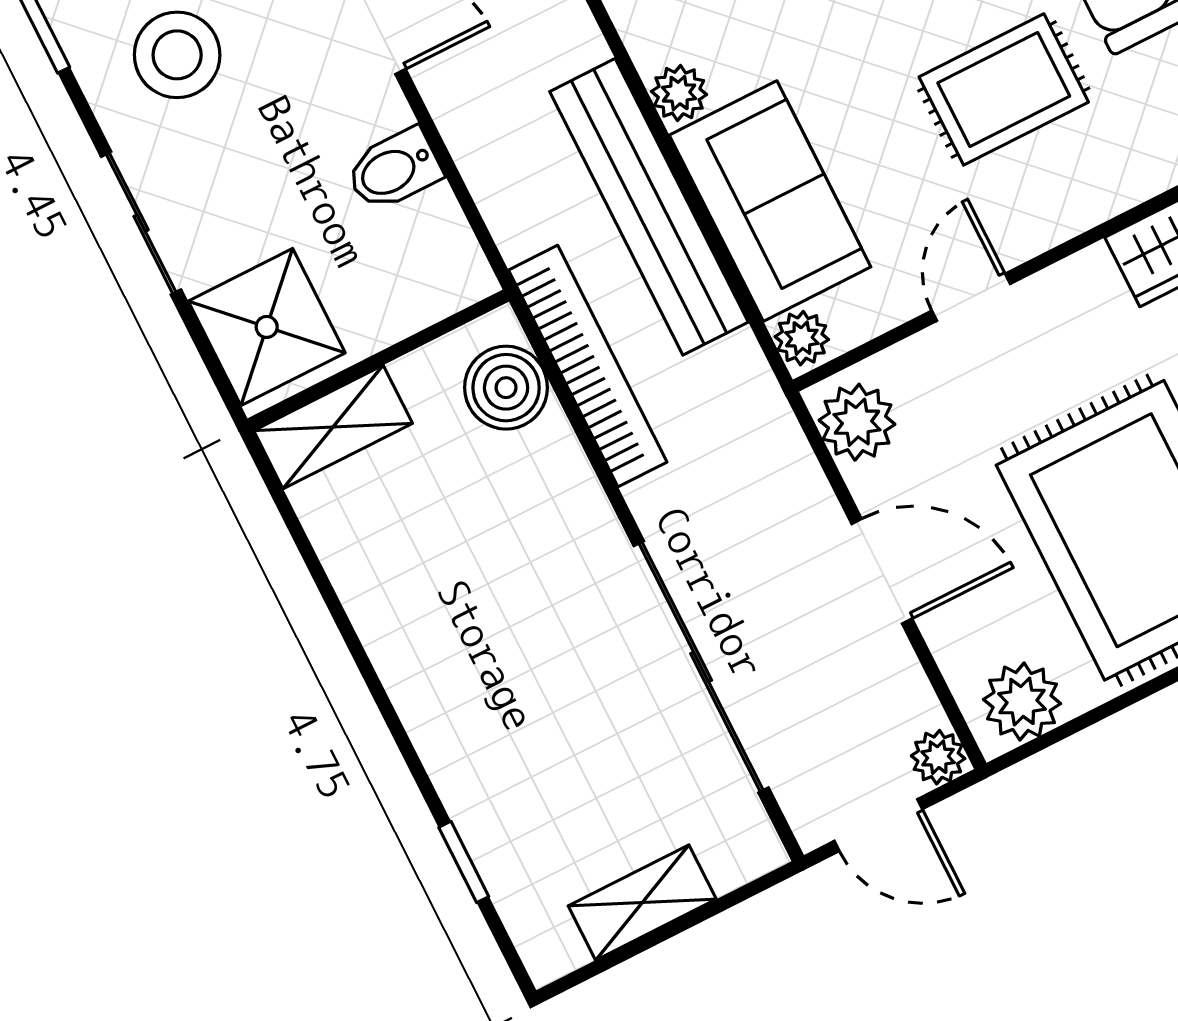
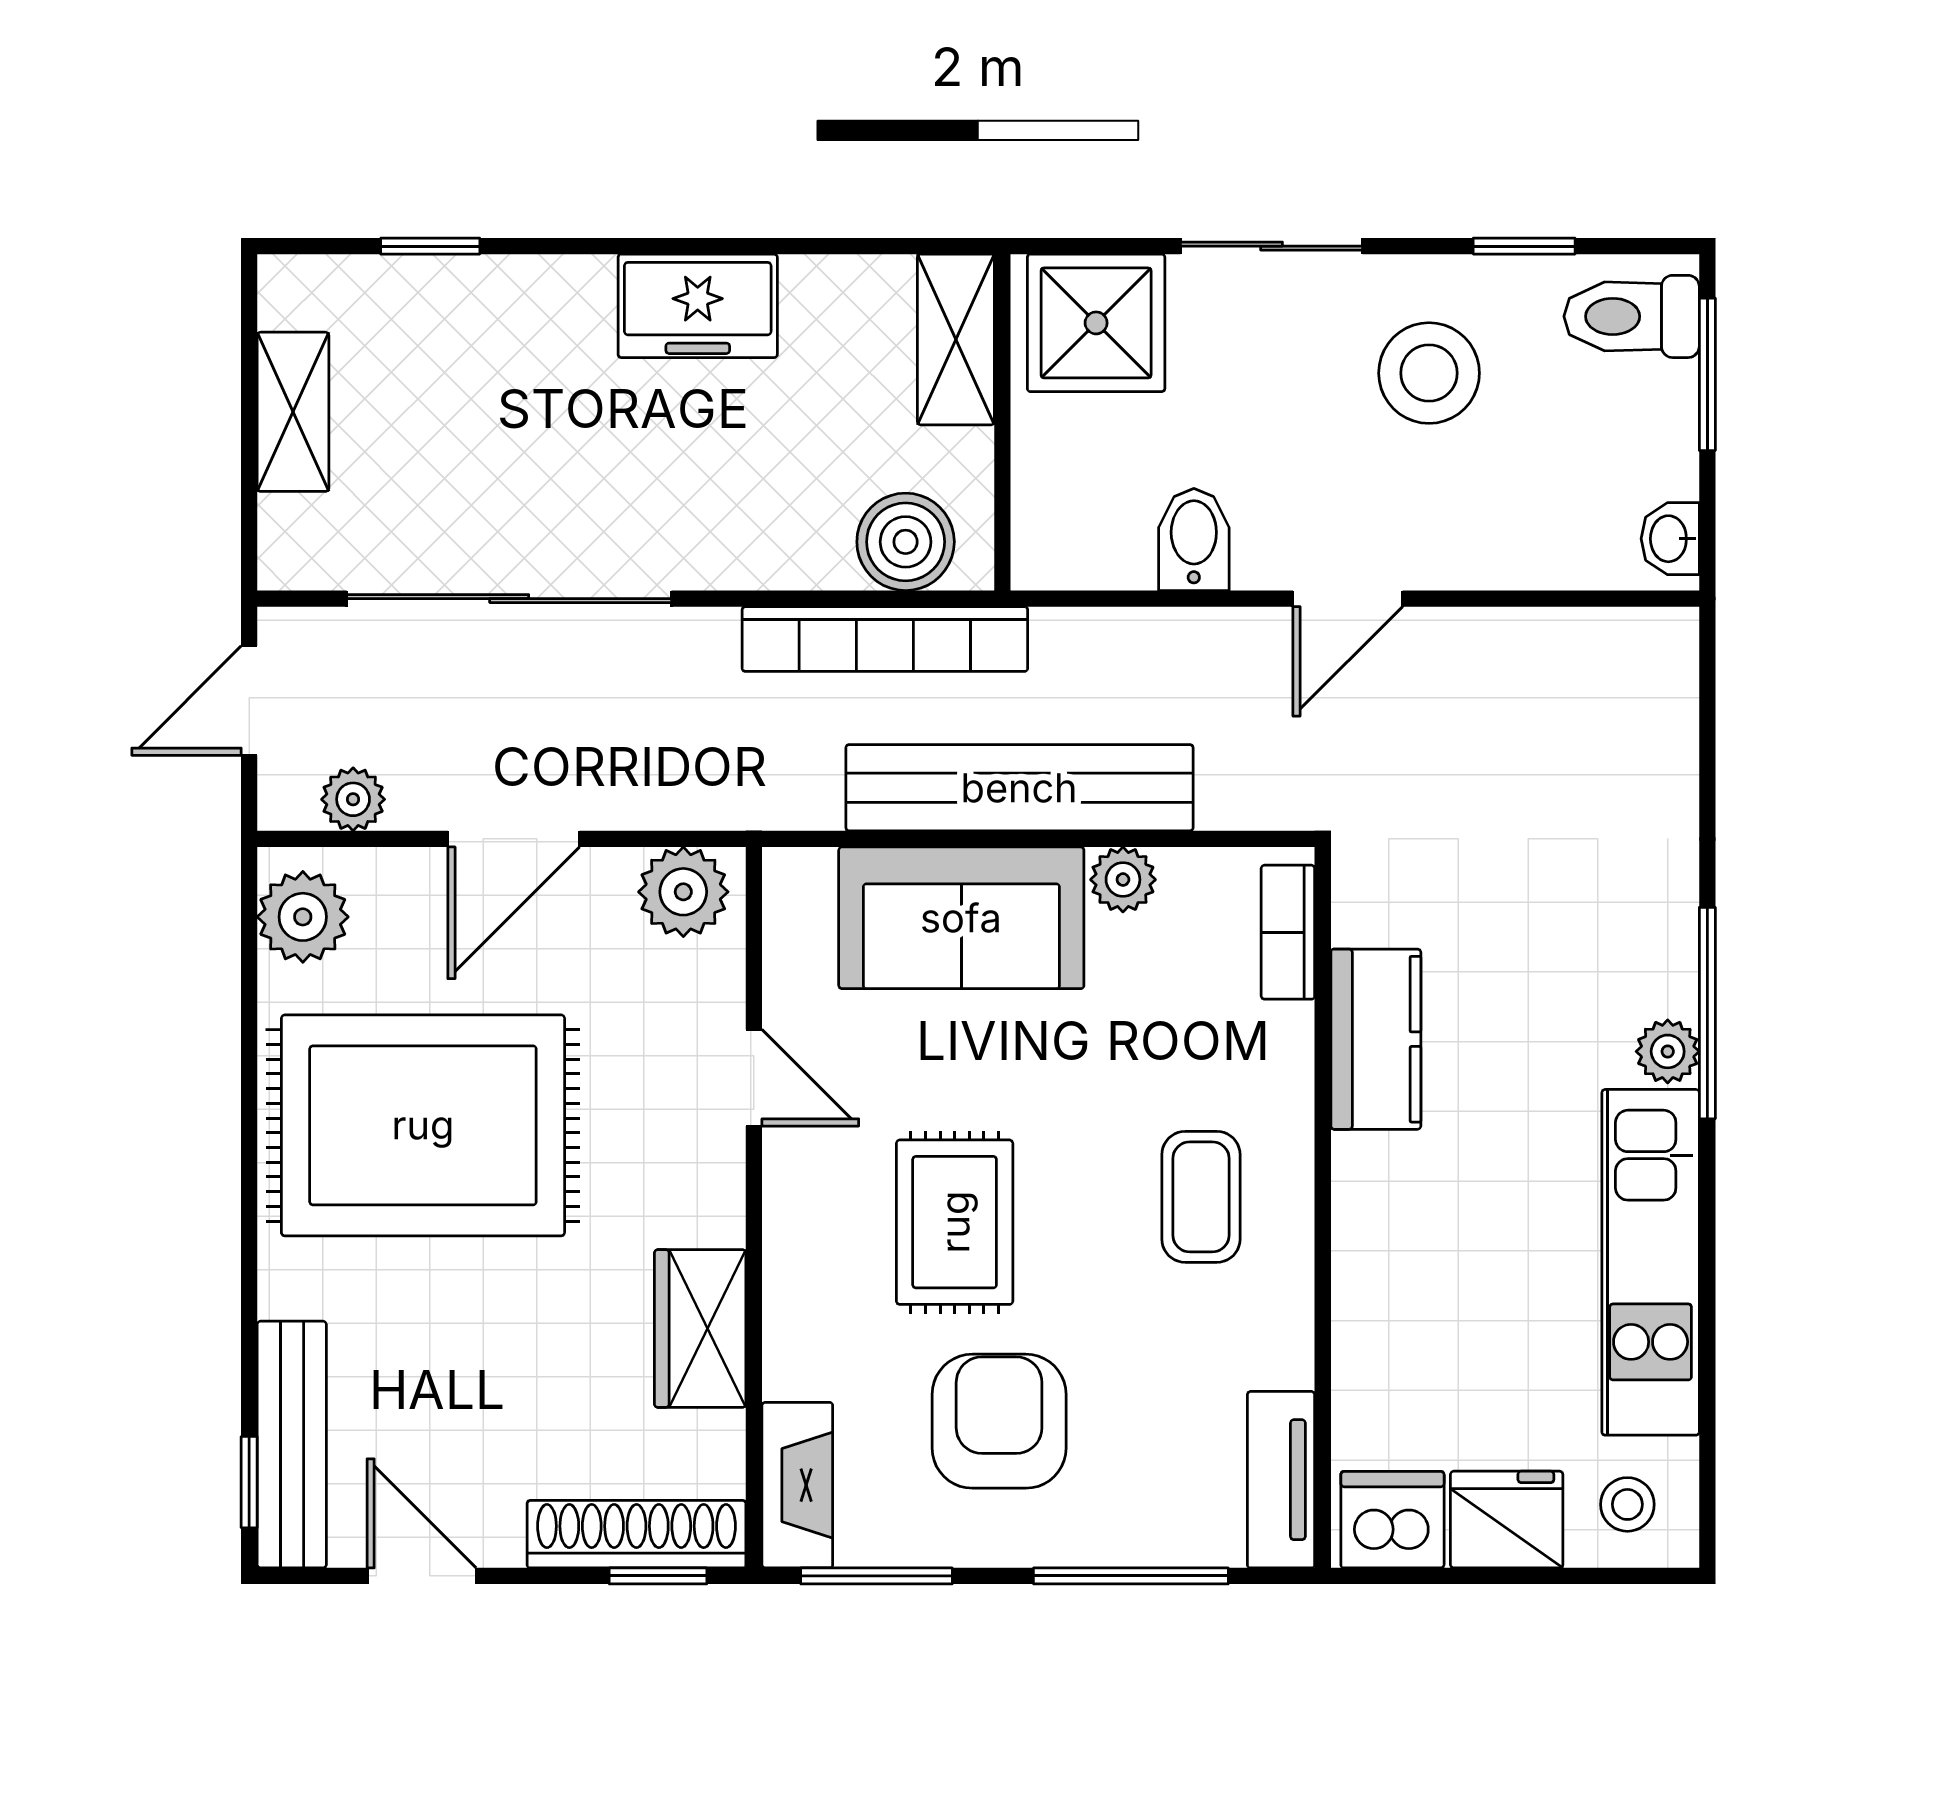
plant: (802, 338) -> (801, 878), removed
freezer: (407, 636) -> (698, 306), added
plant: (938, 757) -> (353, 799), moved

